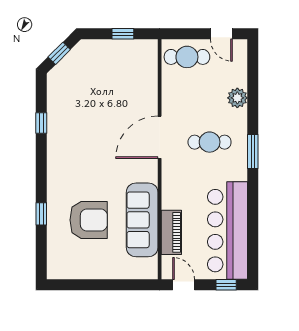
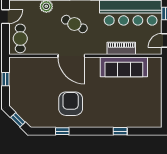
cafe table: (210, 142) -> (74, 24), turned -63
armchair: (89, 220) -> (71, 104), moved
piano: (171, 232) -> (121, 48), moved

